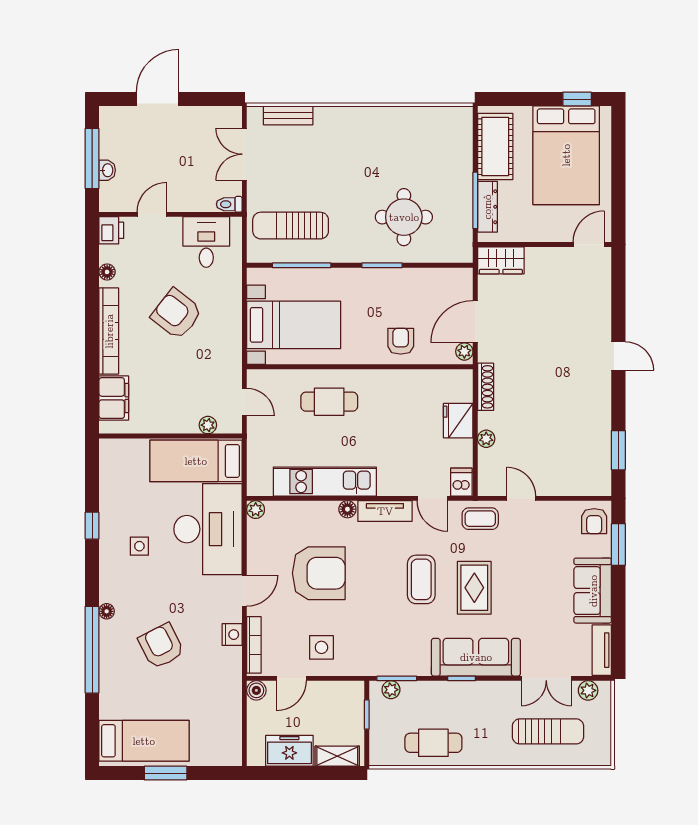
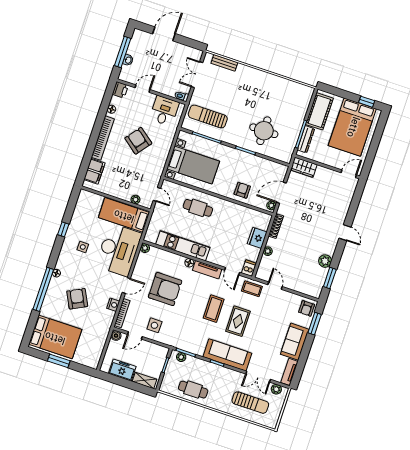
plant: (599, 421) -> (325, 261), added
bed: (144, 741) -> (55, 337), width x1.50

